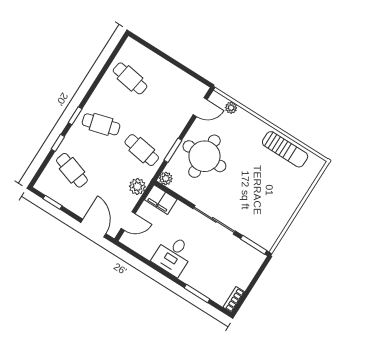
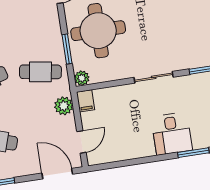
filing cabinet: (161, 200) -> (86, 101), width x0.50
sliding door: (214, 220) -> (154, 77), width x0.73
desk: (173, 255) -> (172, 134), moved

